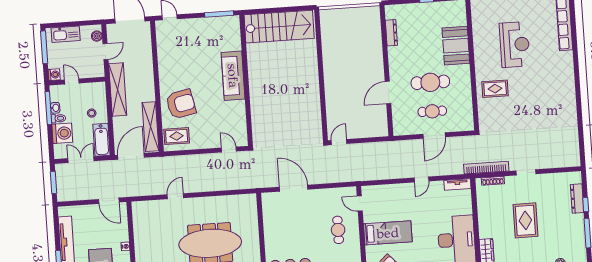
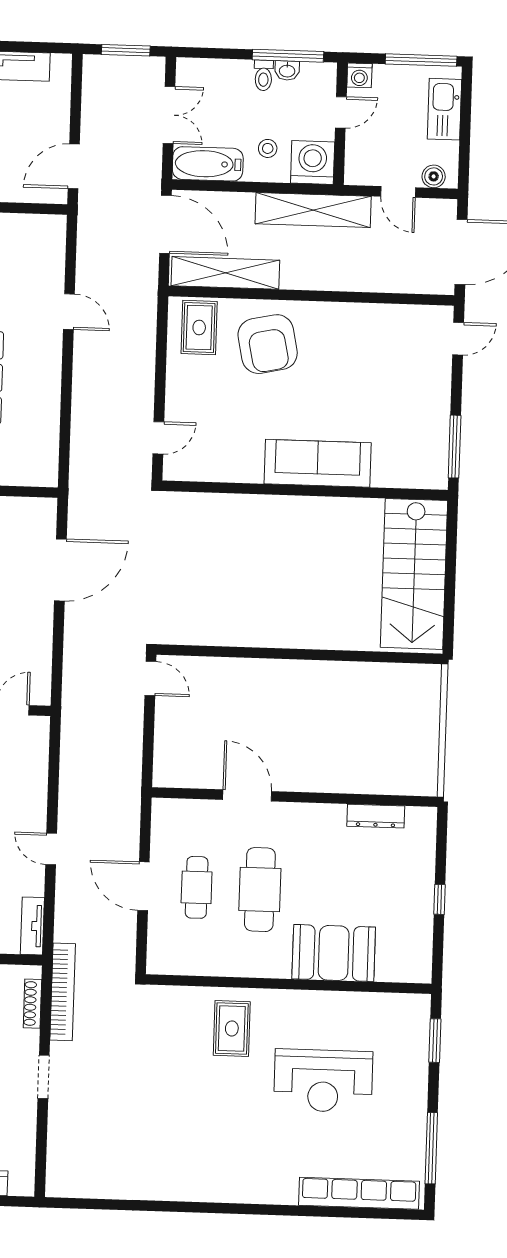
washing machine: (62, 133) -> (313, 163), moved, turned 180

